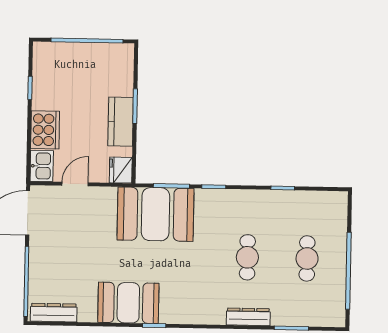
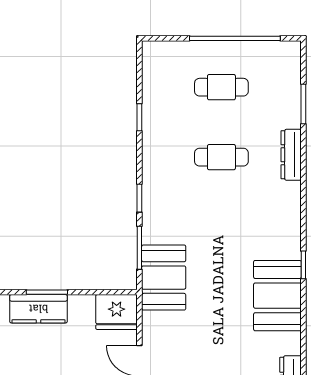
kitchen counter: (121, 122) -> (38, 309), moved
fridge: (121, 170) -> (117, 312), width x1.36, depth x1.34
booth: (156, 214) -> (164, 278), width x0.73, depth x0.70

